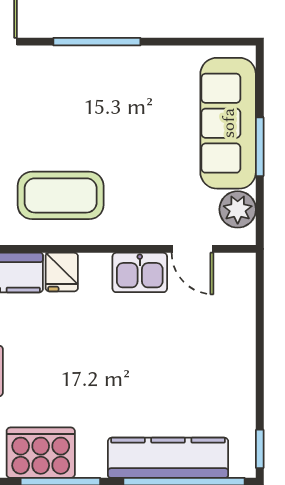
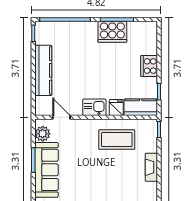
kitchen sink: (140, 272) -> (94, 107), moved
cooker: (41, 453) -> (112, 32), moved
kitchen counter: (168, 458) -> (43, 70), moved, turned -90

